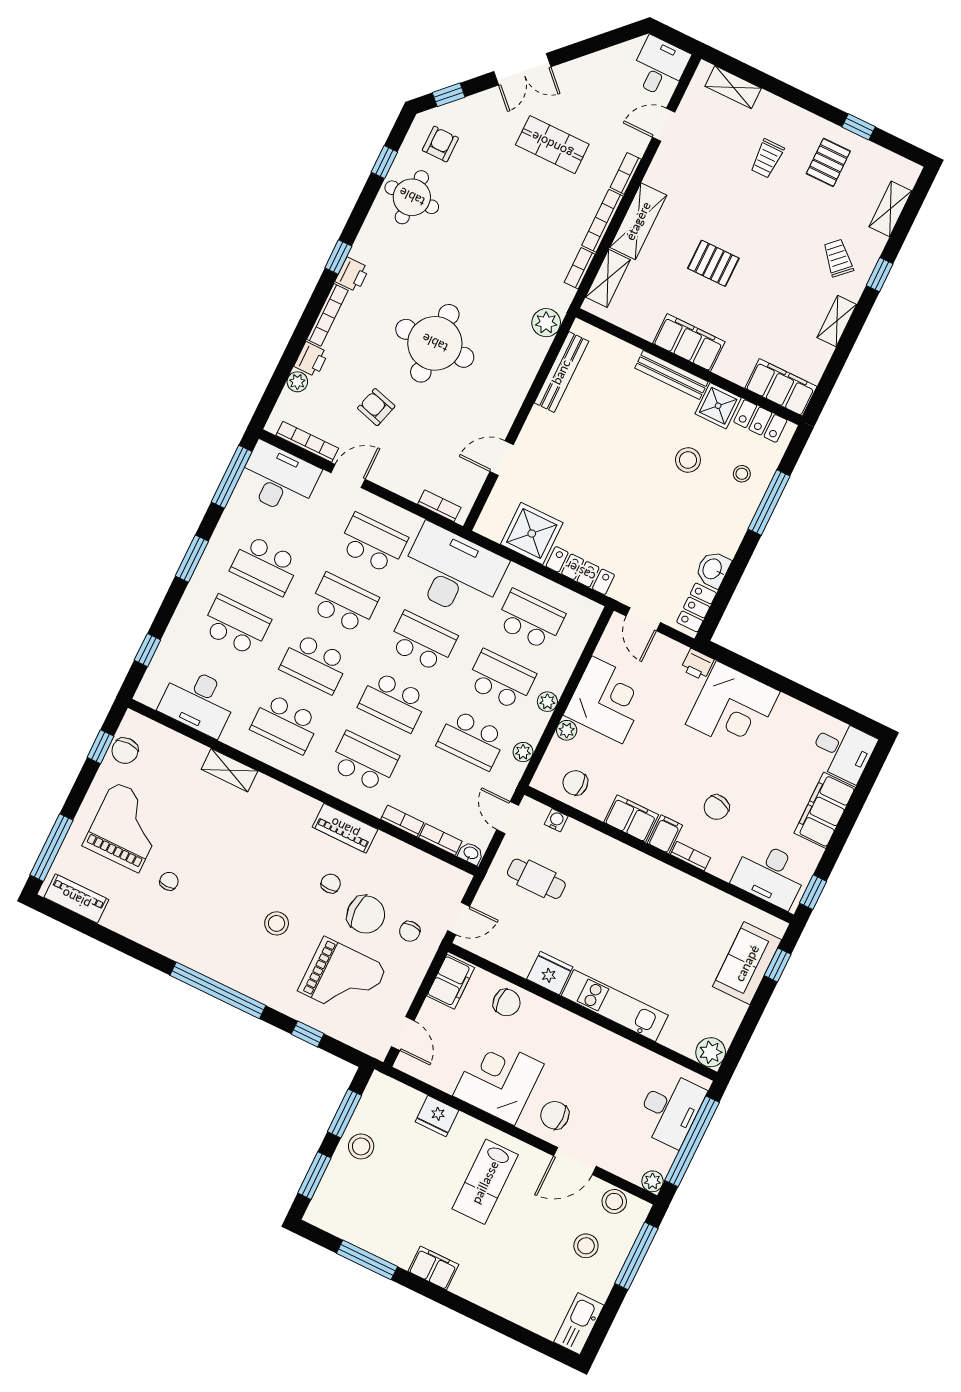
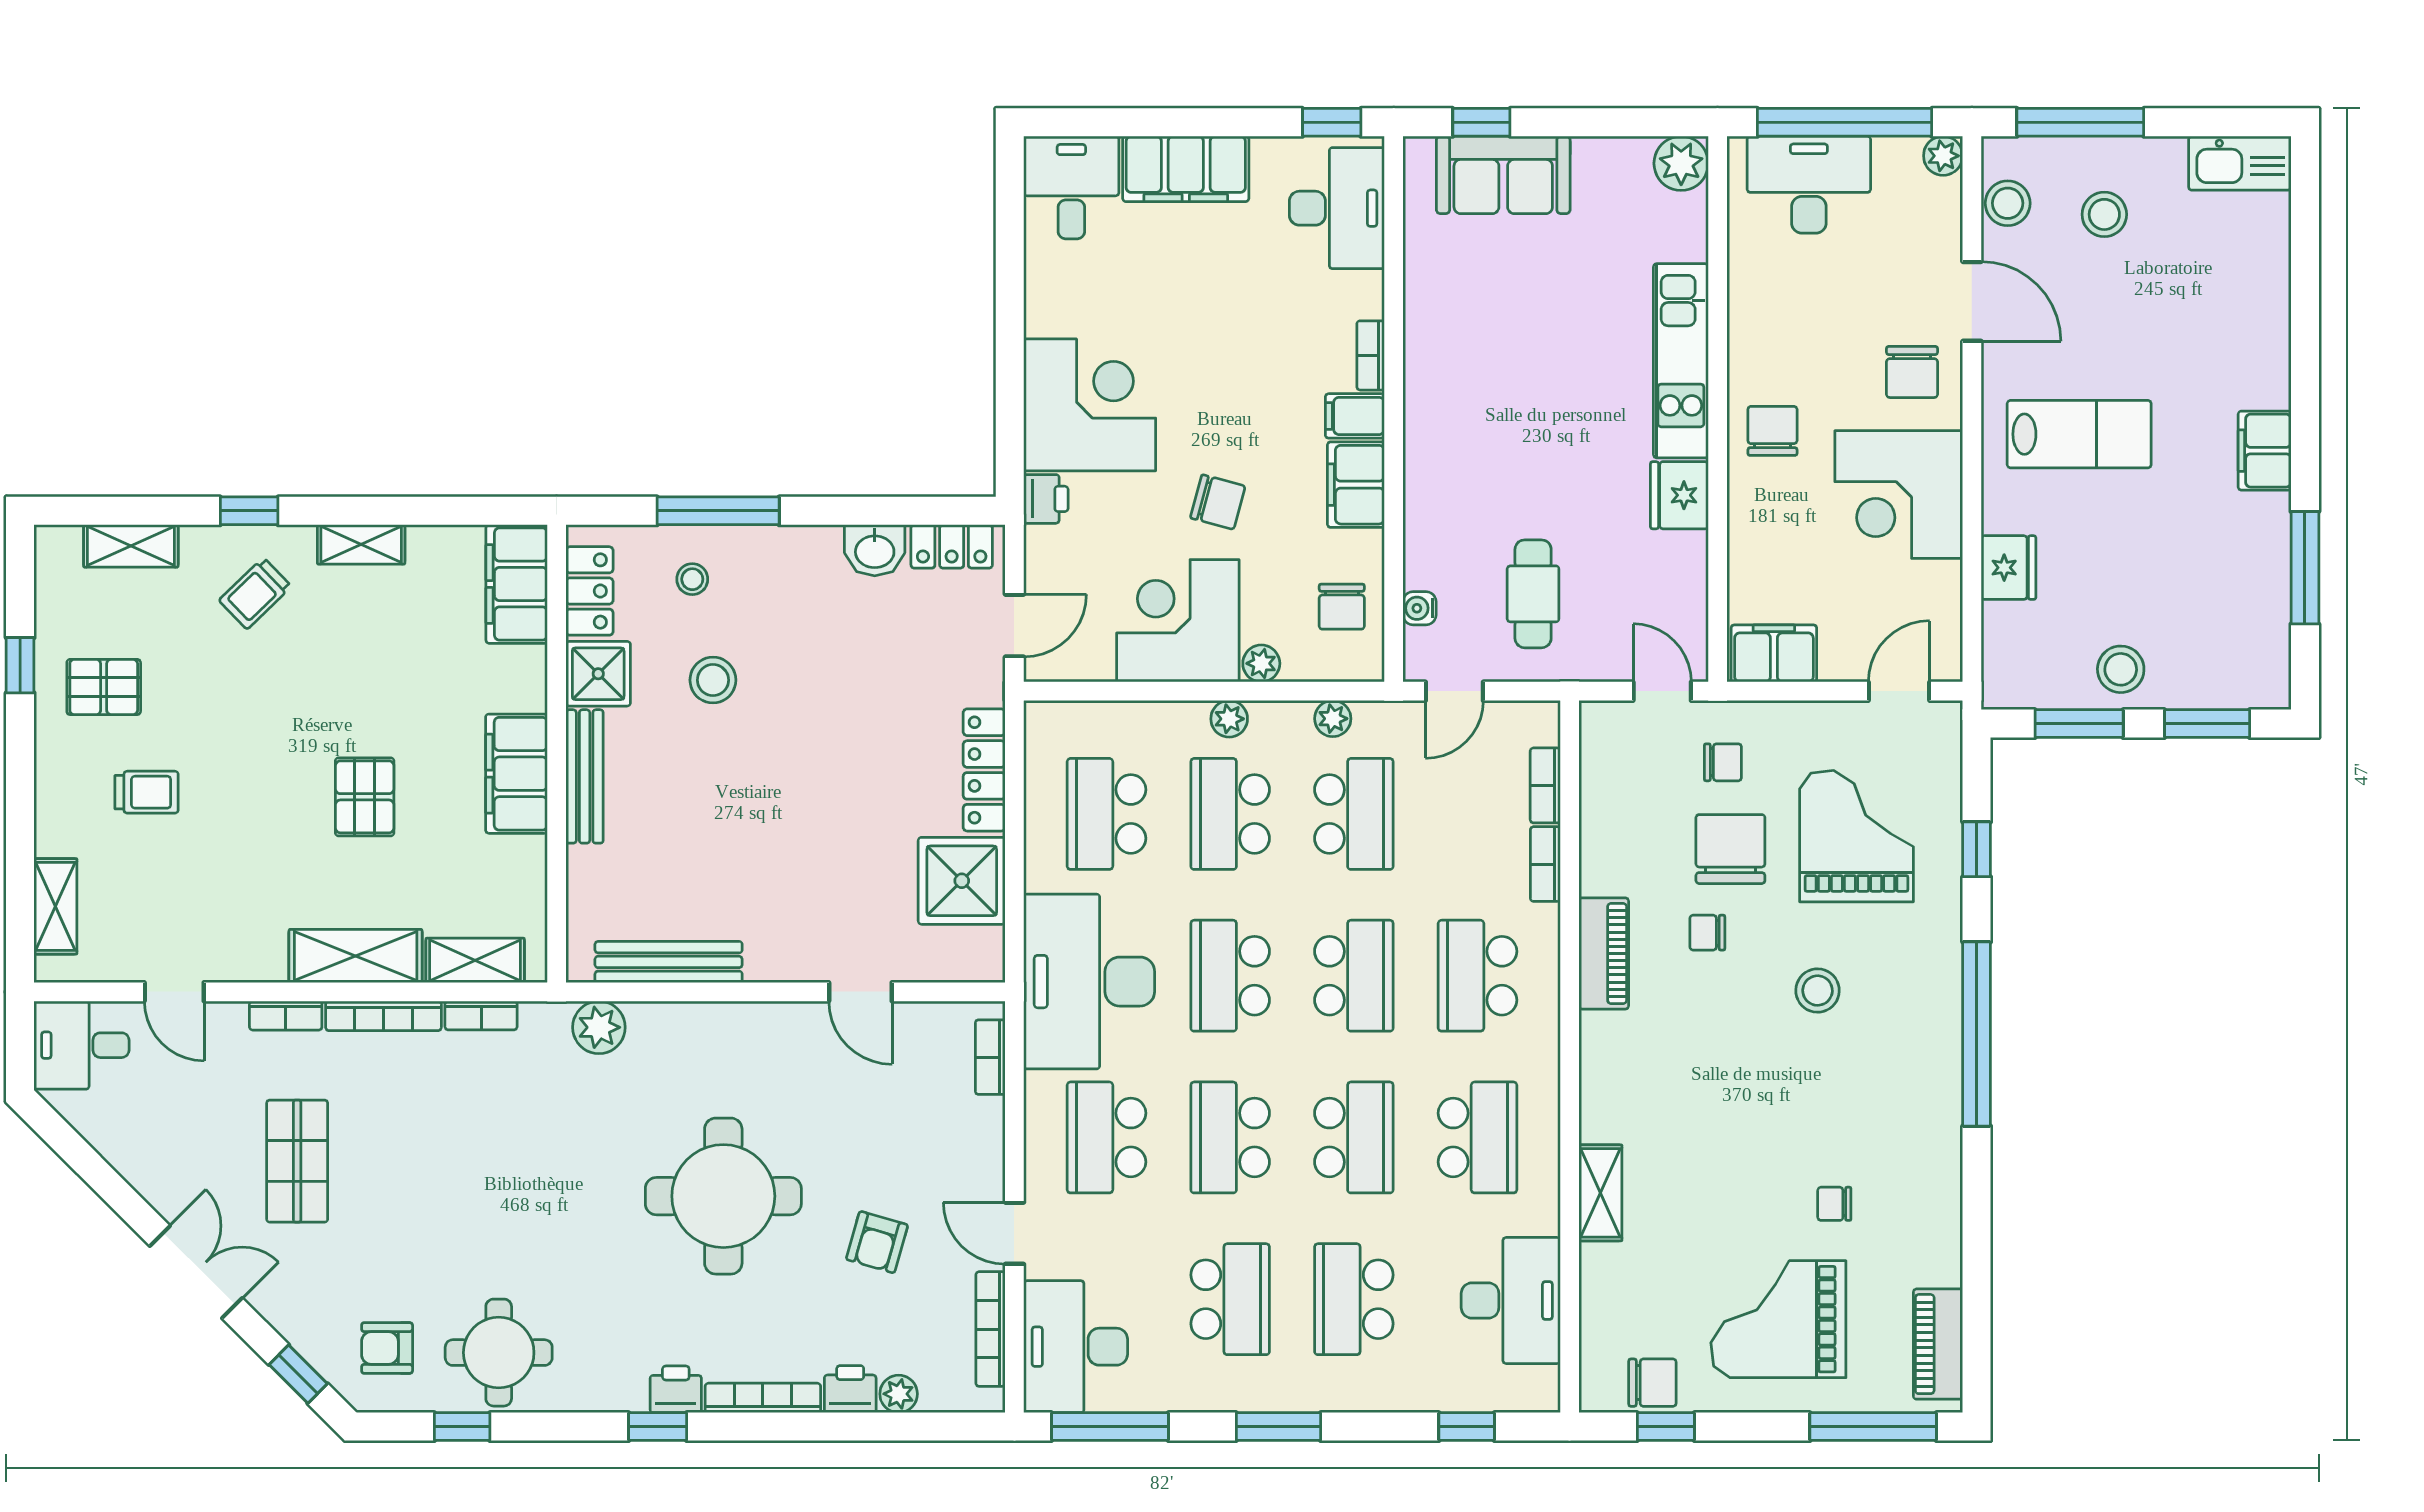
chair: (717, 807) -> (1218, 502), moved
washbasin: (471, 853) -> (1544, 724), removed
chair: (507, 1003) -> (1772, 431), moved

